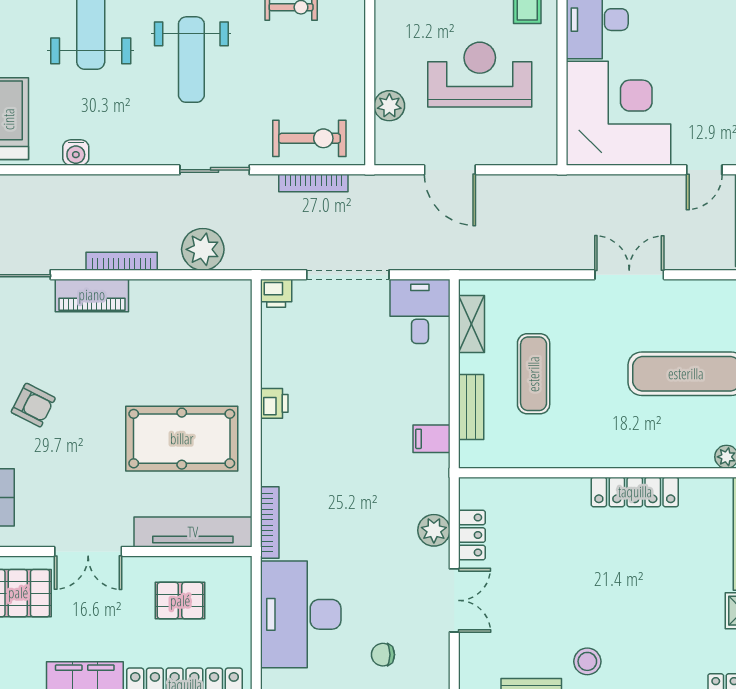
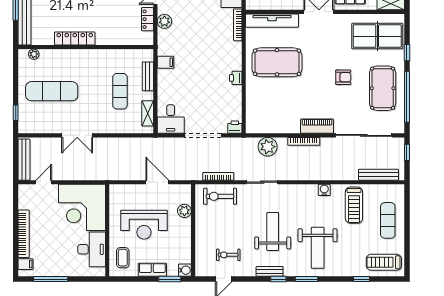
armchair: (33, 405) -> (343, 77), turned 153

